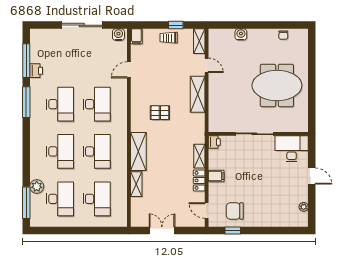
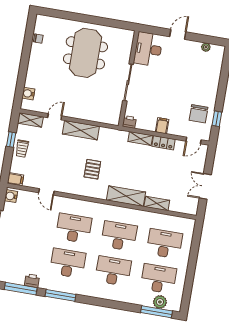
water cooler: (241, 34) -> (28, 94), moved
plant: (37, 186) -> (160, 302), moved

